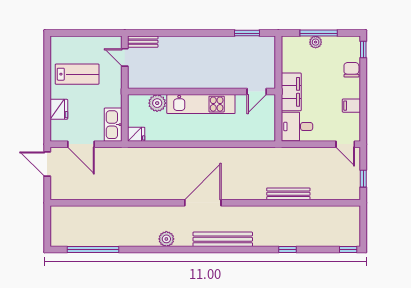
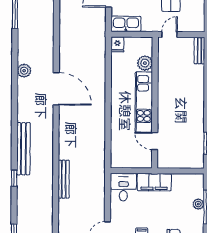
door: (125, 57) -> (169, 34), moved
door: (257, 92) -> (155, 141), moved
door: (203, 203) -> (56, 89), moved
bench: (223, 239) -> (23, 149), moved

